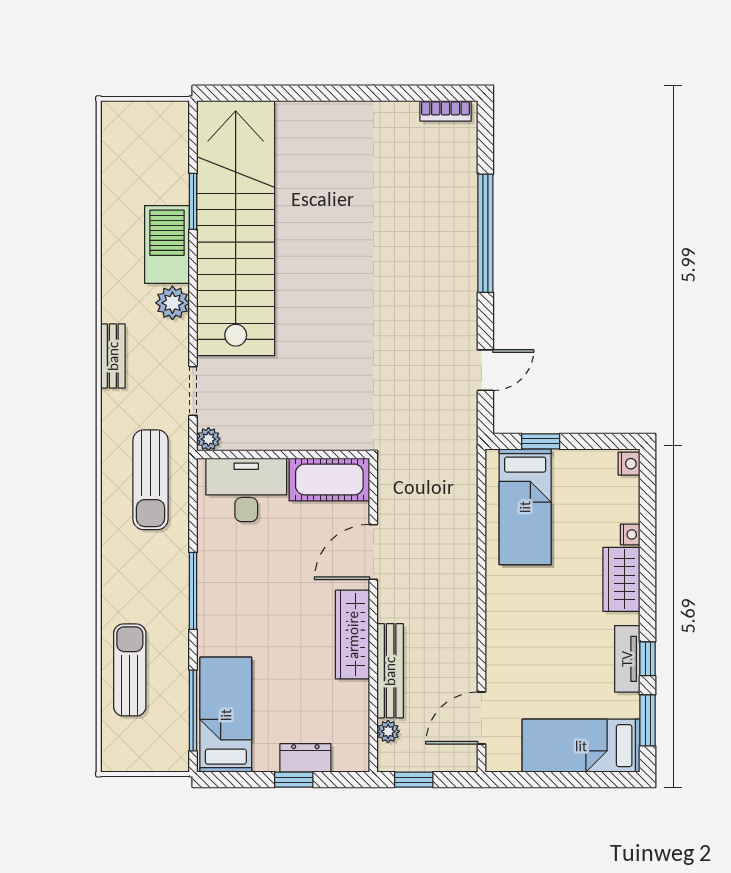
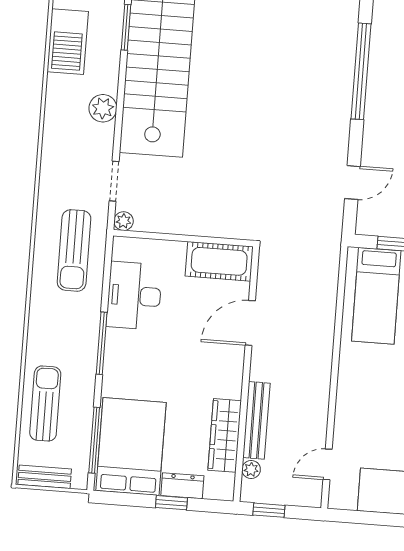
barbecue: (167, 244) -> (68, 42), moved, turned 180
bench: (113, 356) -> (45, 477), moved, turned 90
desk: (246, 490) -> (134, 296), moved, turned -90
wardrobe: (353, 635) -> (225, 435), moved
bed: (226, 715) -> (131, 447), width x1.50
door: (481, 718) -> (328, 464), width x0.73

